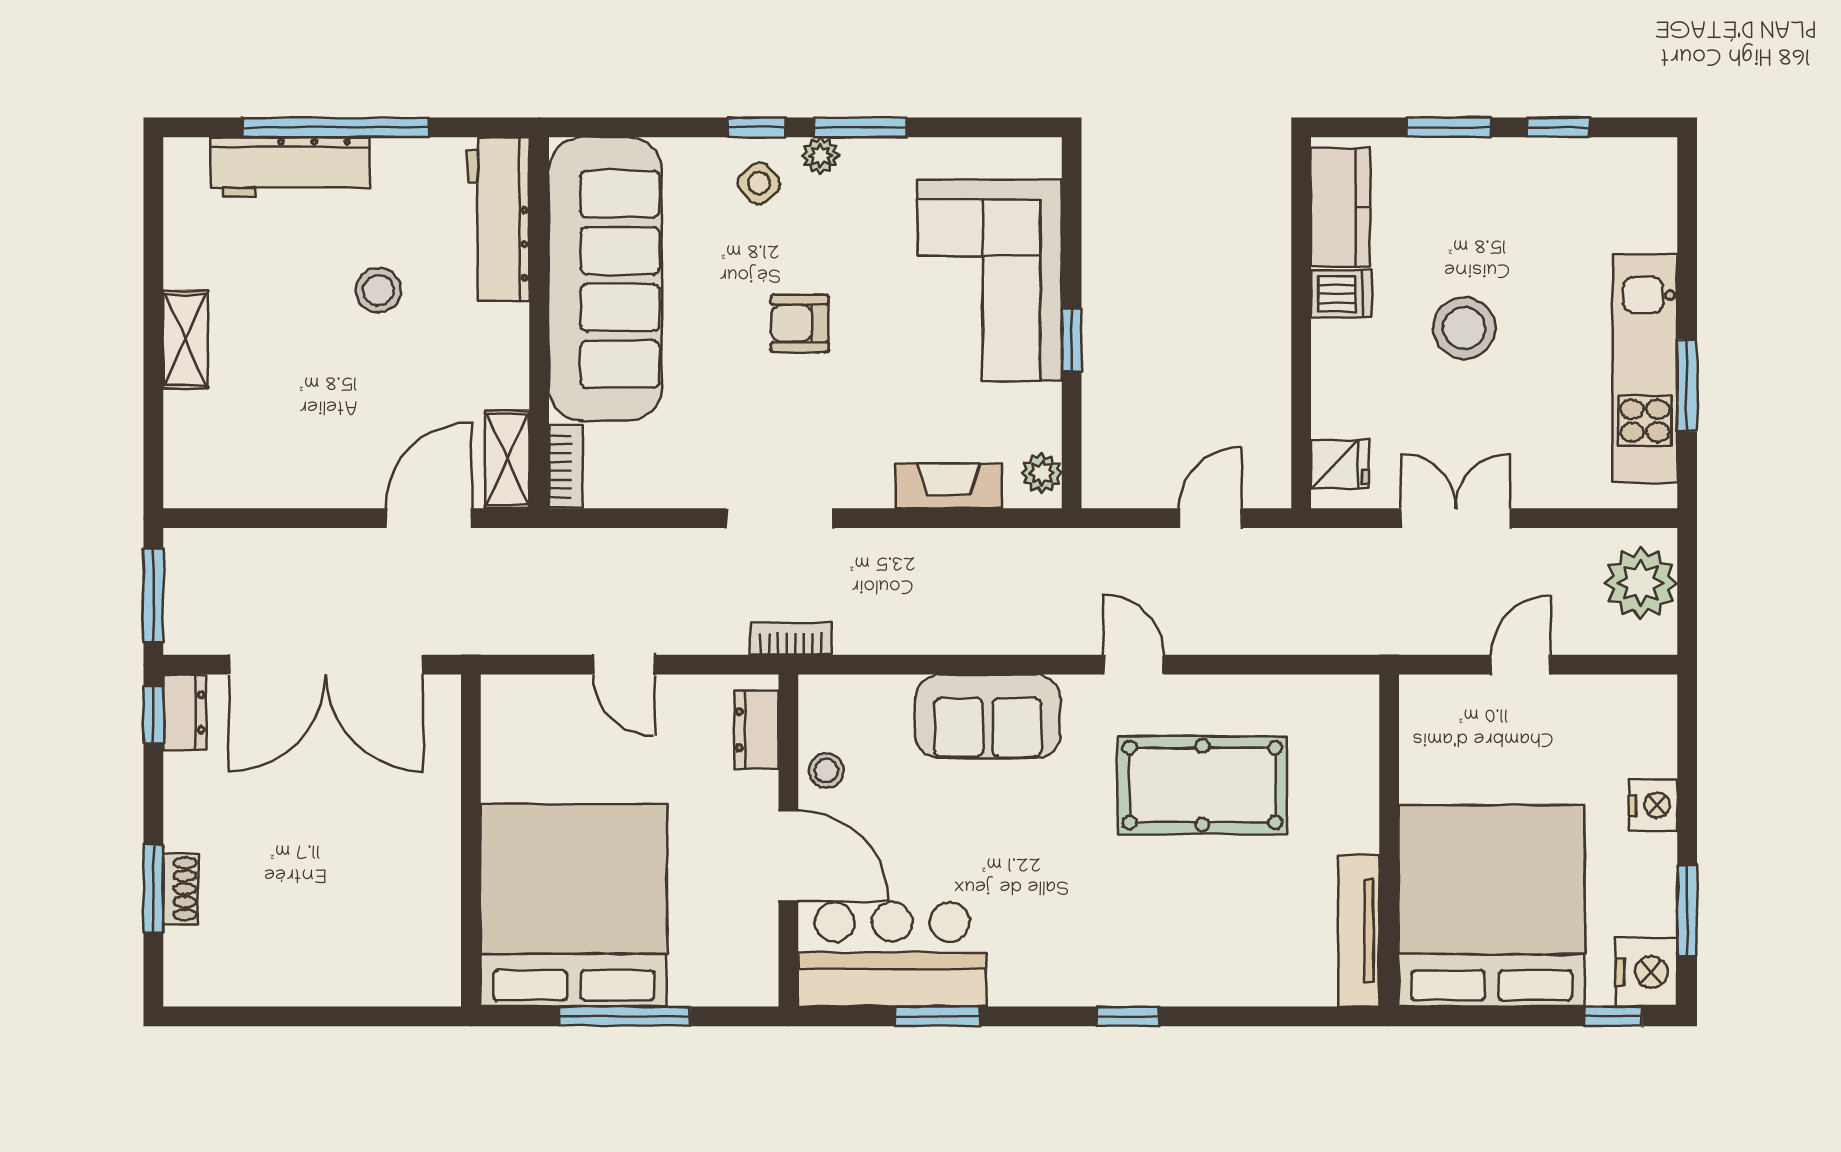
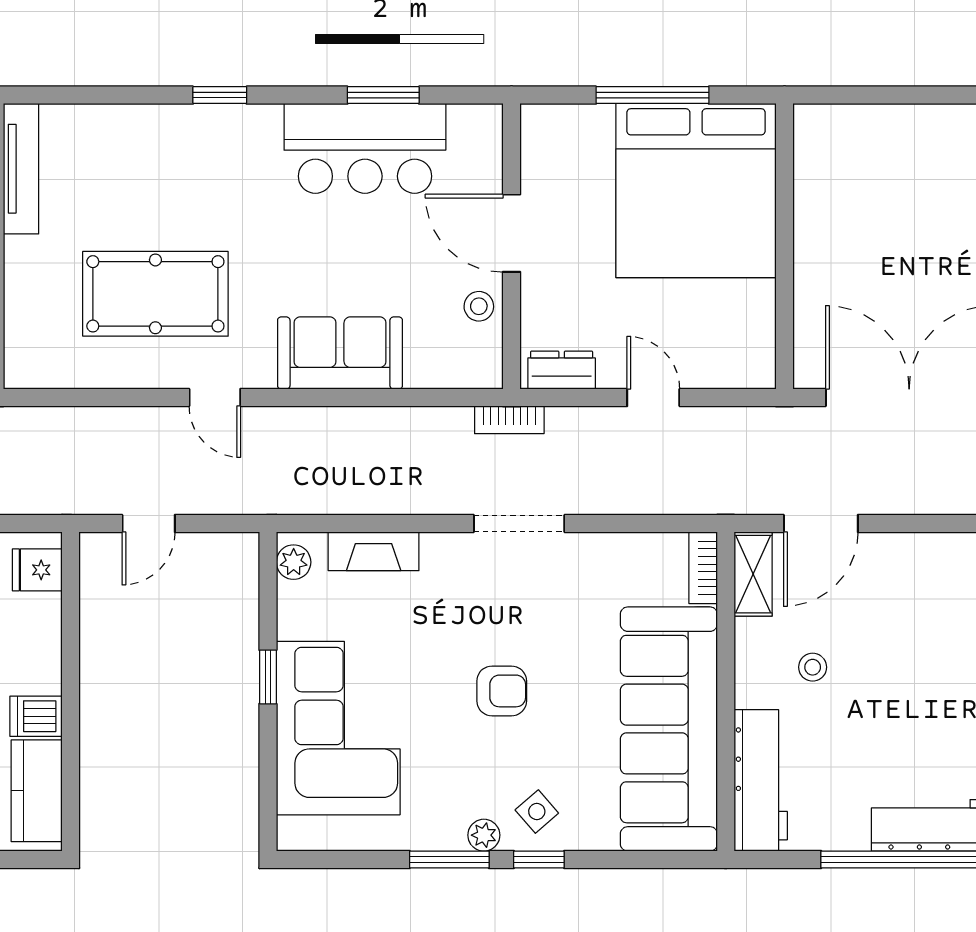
stool: (378, 290) -> (813, 667), moved, width x0.73, depth x0.73
dresser: (756, 730) -> (562, 370), moved, turned -90
bar counter: (892, 954) -> (365, 148), moved

